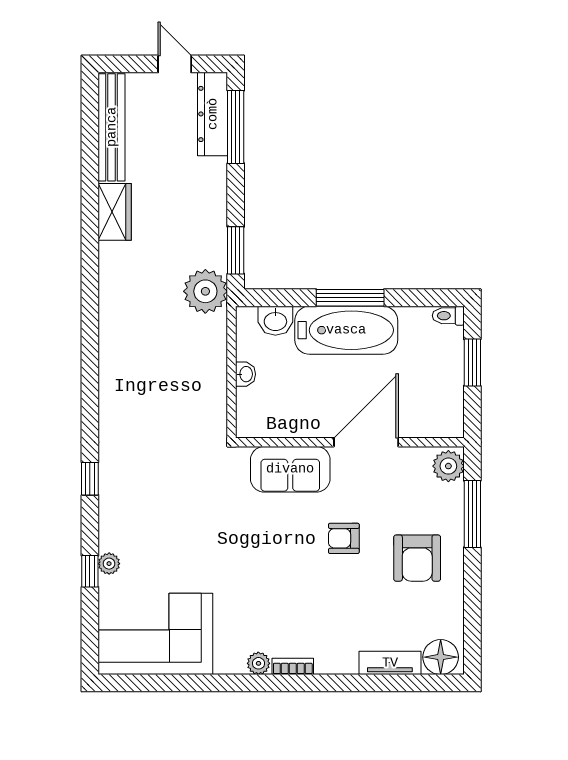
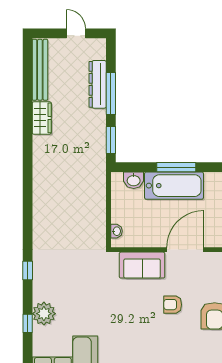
dresser: (213, 114) -> (98, 84), moved
window: (236, 127) -> (111, 93), moved
plant: (205, 291) -> (94, 163), removed
washbasin: (246, 374) -> (117, 231), moved
plant: (109, 564) -> (44, 314), width x1.88, depth x1.88

